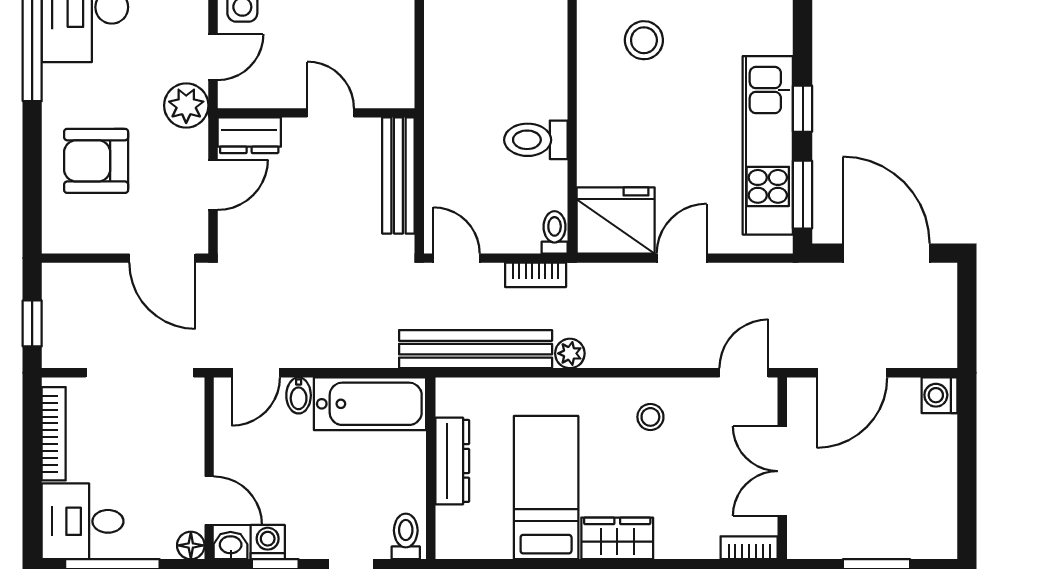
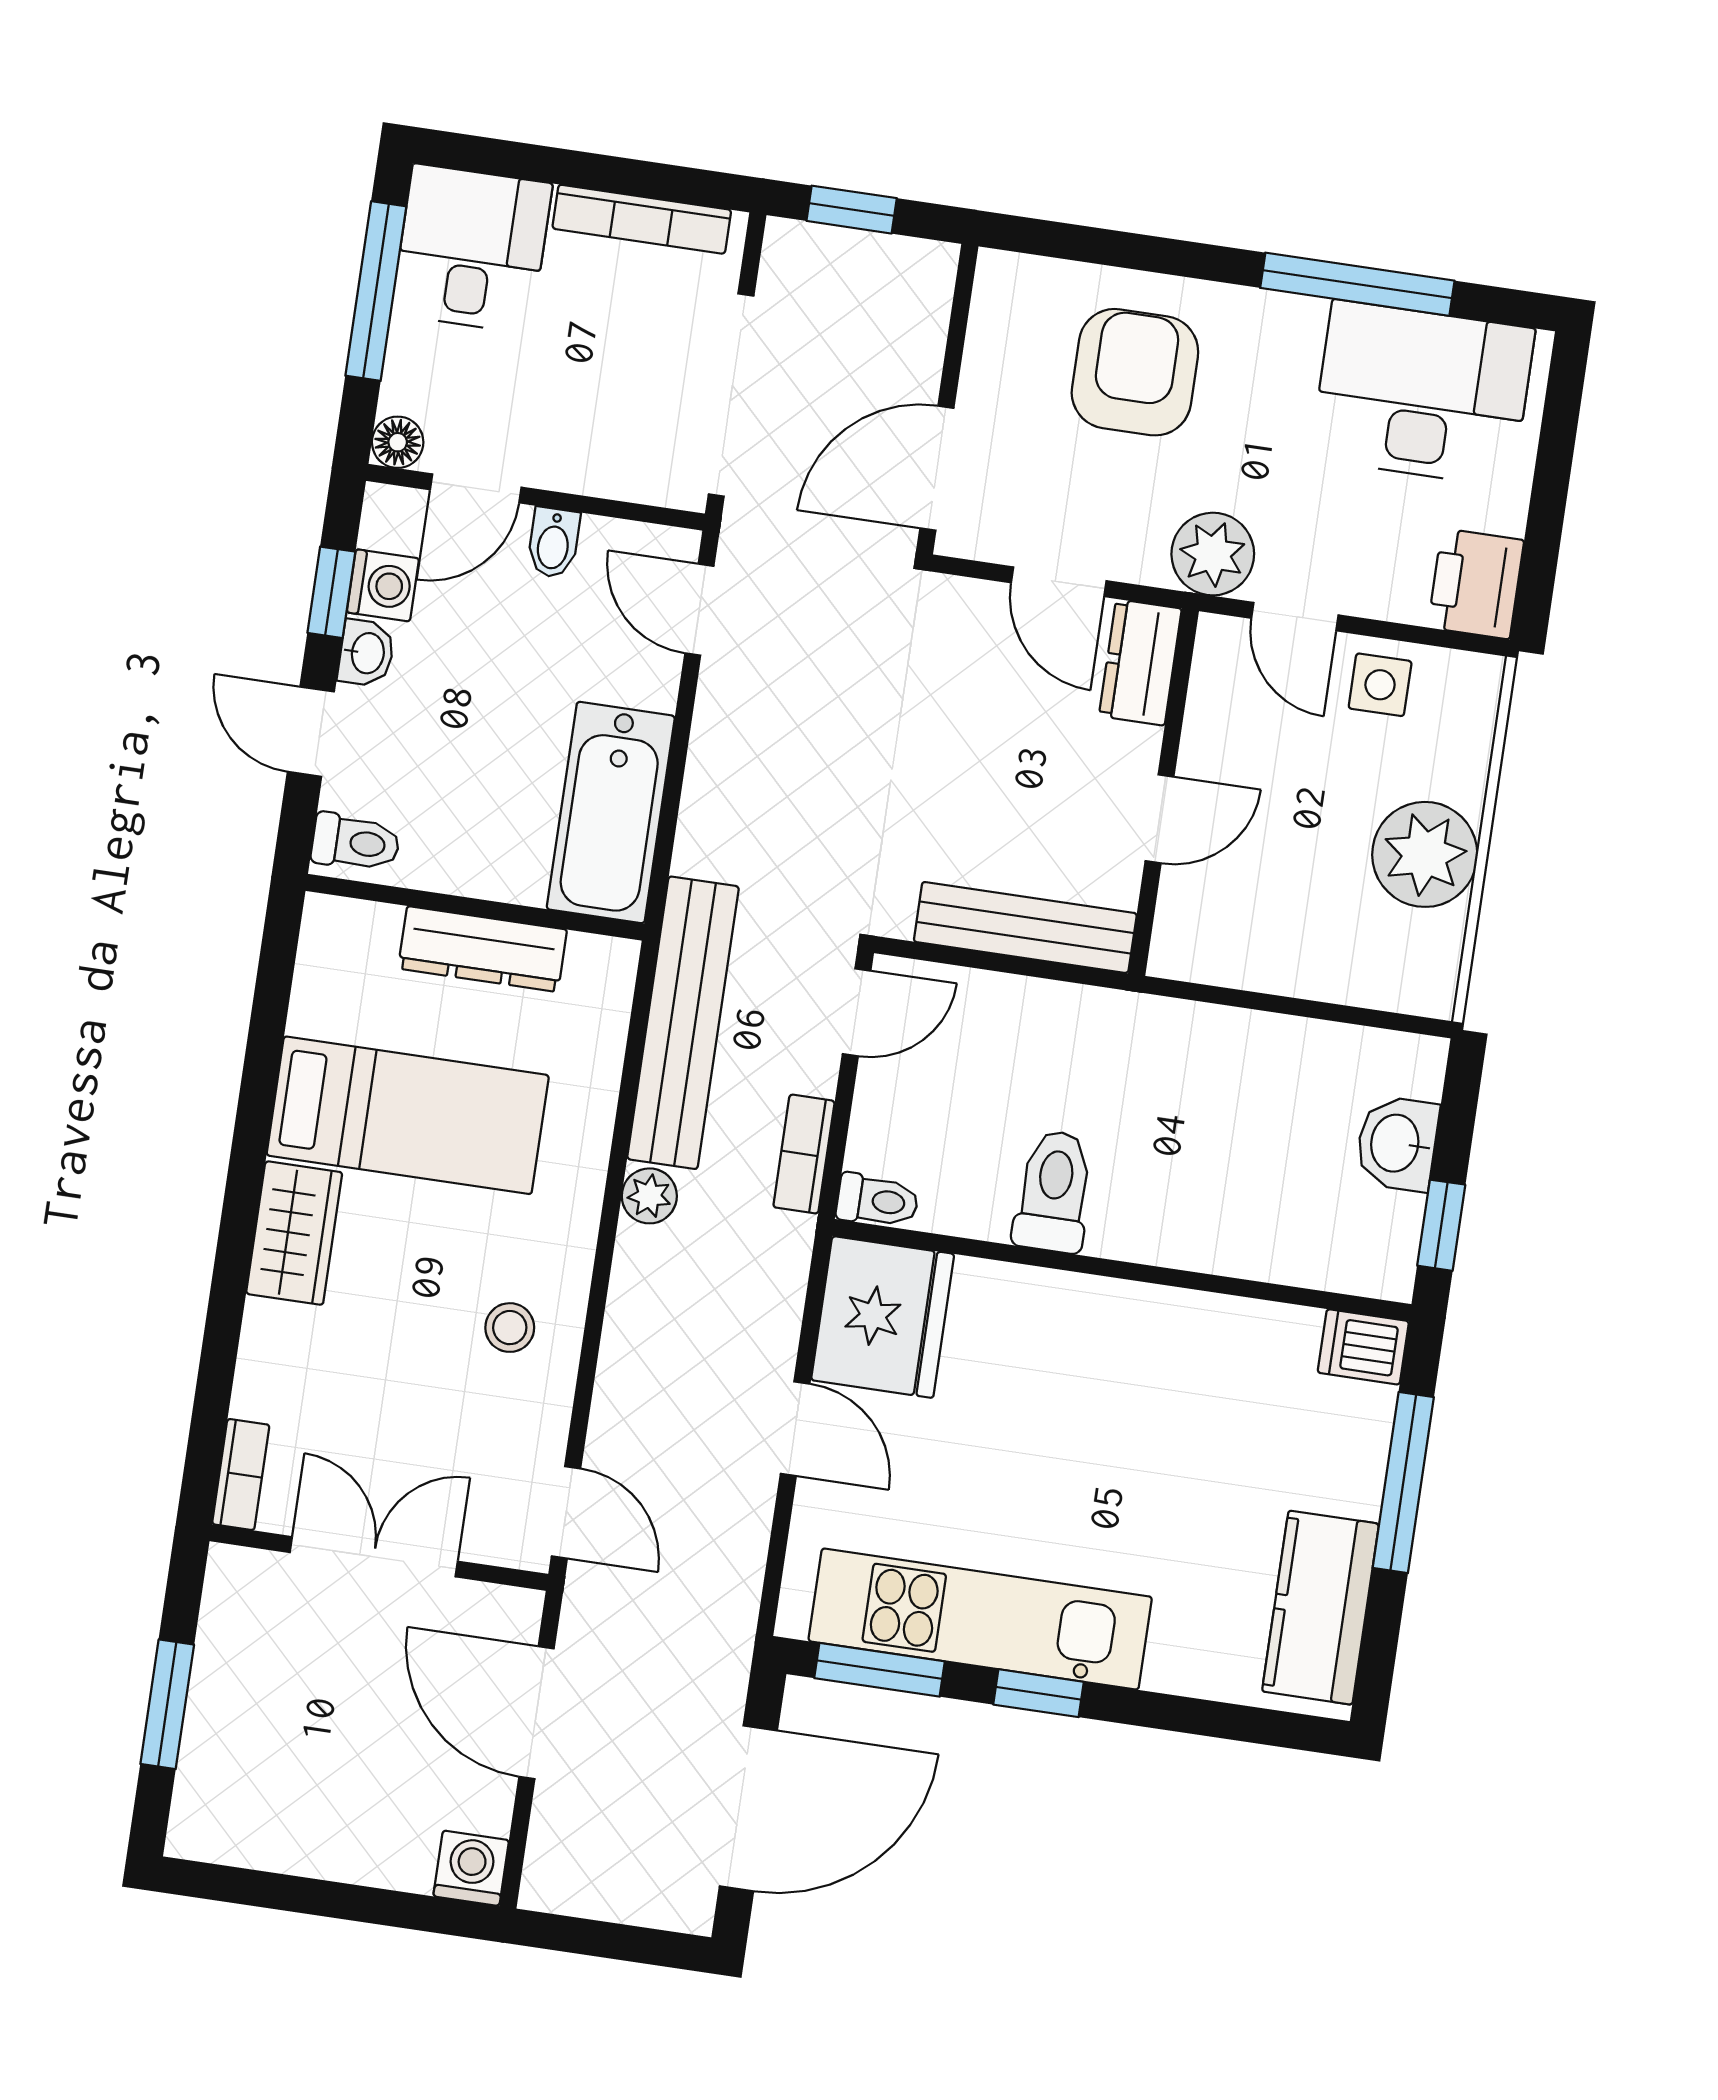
stool: (644, 40) -> (1208, 1419), removed
bidet: (299, 395) -> (553, 543), moved, turned -90
washbasin: (231, 546) -> (366, 653), moved

